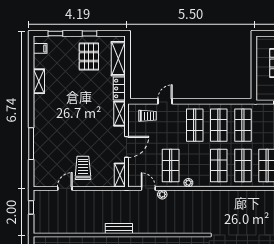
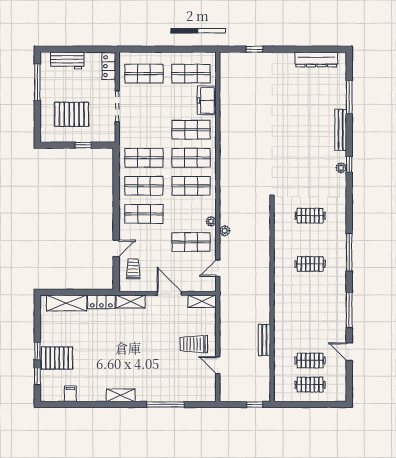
window: (89, 34) -> (37, 351), moved
filing cabinet: (40, 48) -> (70, 394), moved
pallet: (89, 57) -> (57, 358), moved
window: (254, 73) -> (83, 145), added
shelving: (39, 81) -> (121, 395), moved
door: (165, 101) -> (116, 248), swing flipped
plant: (162, 194) -> (225, 231), moved
window: (31, 207) -> (255, 404), moved
bench: (119, 229) -> (264, 340), moved

